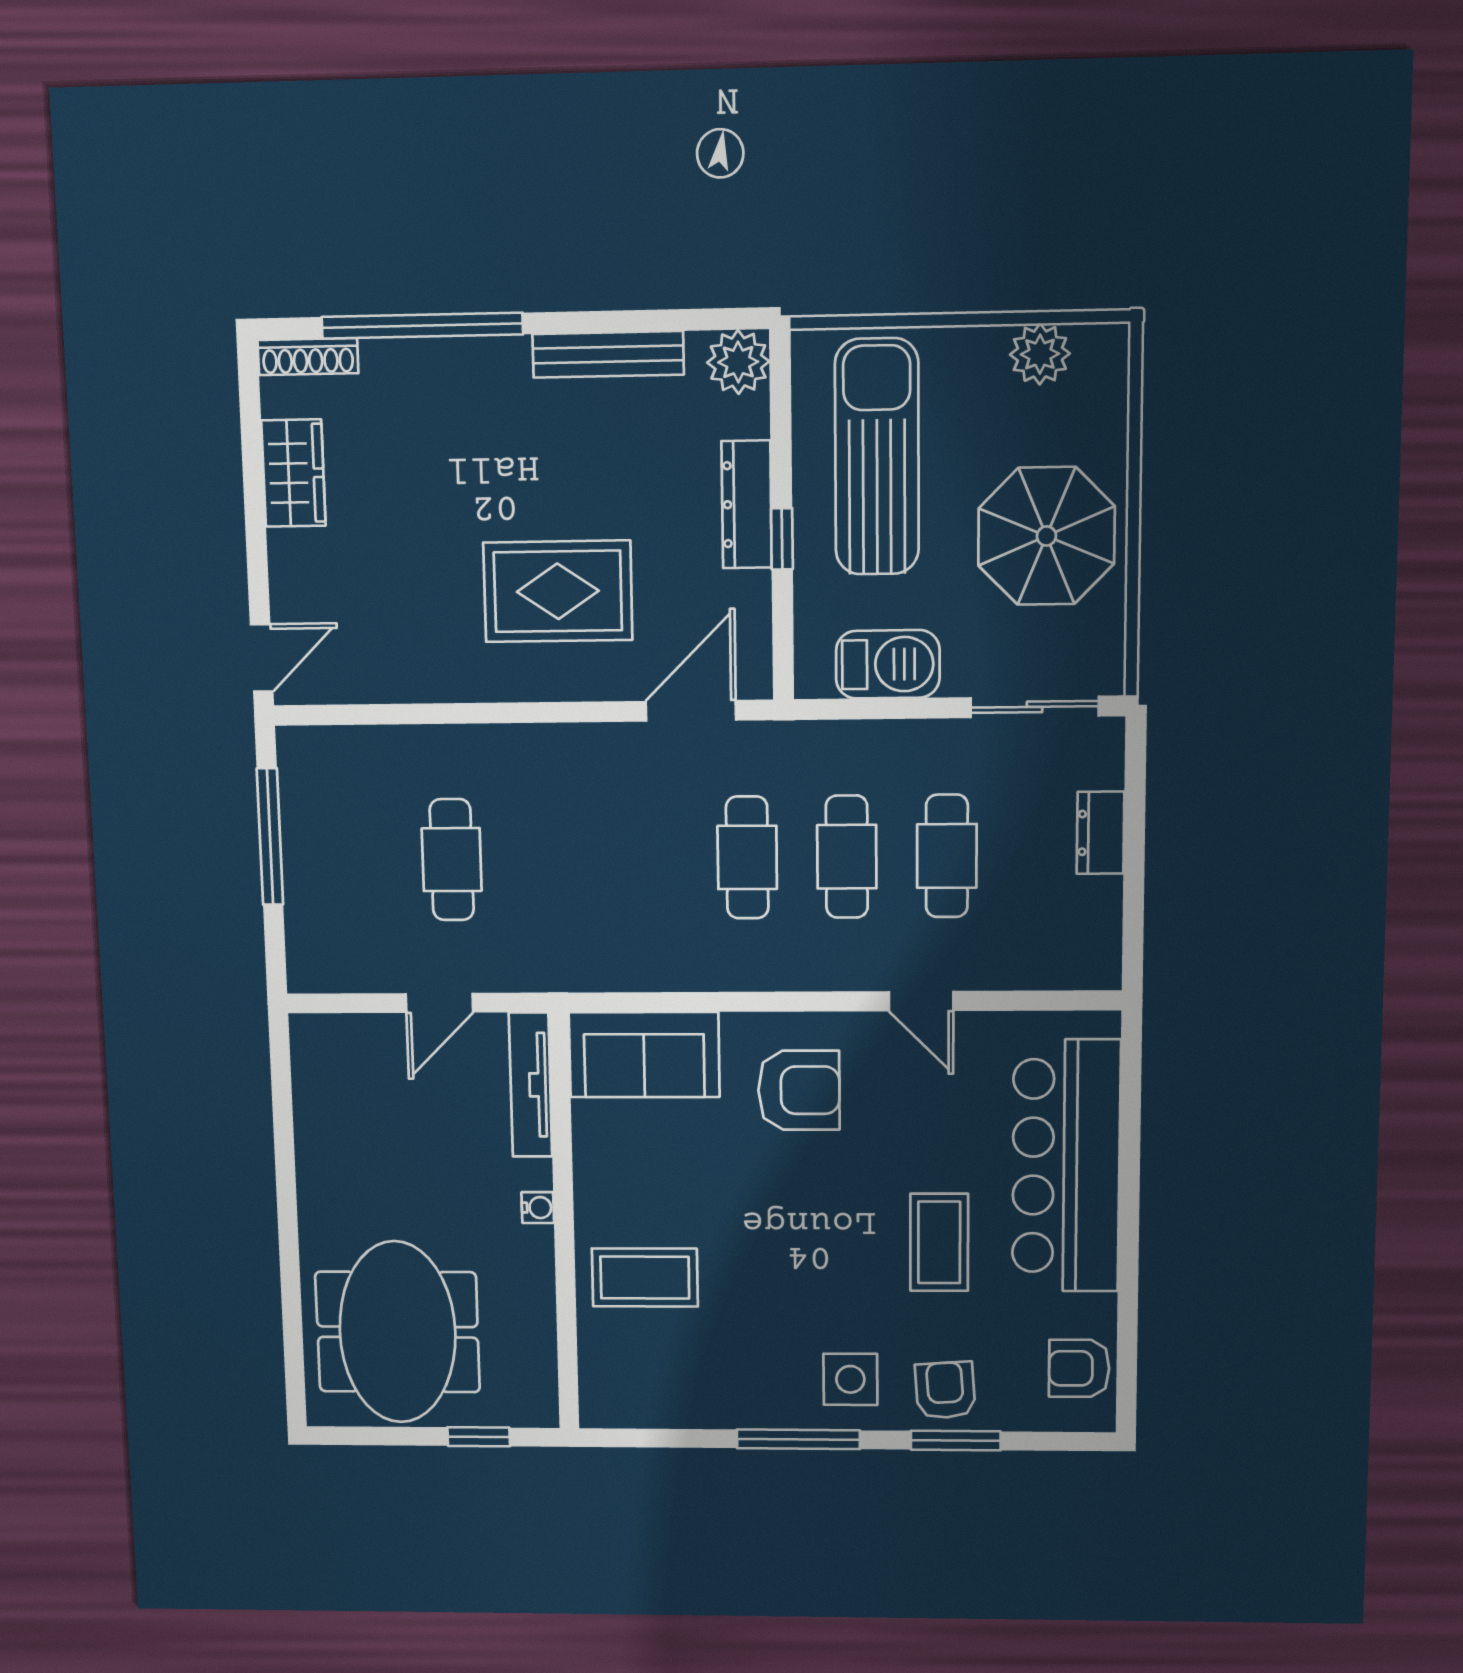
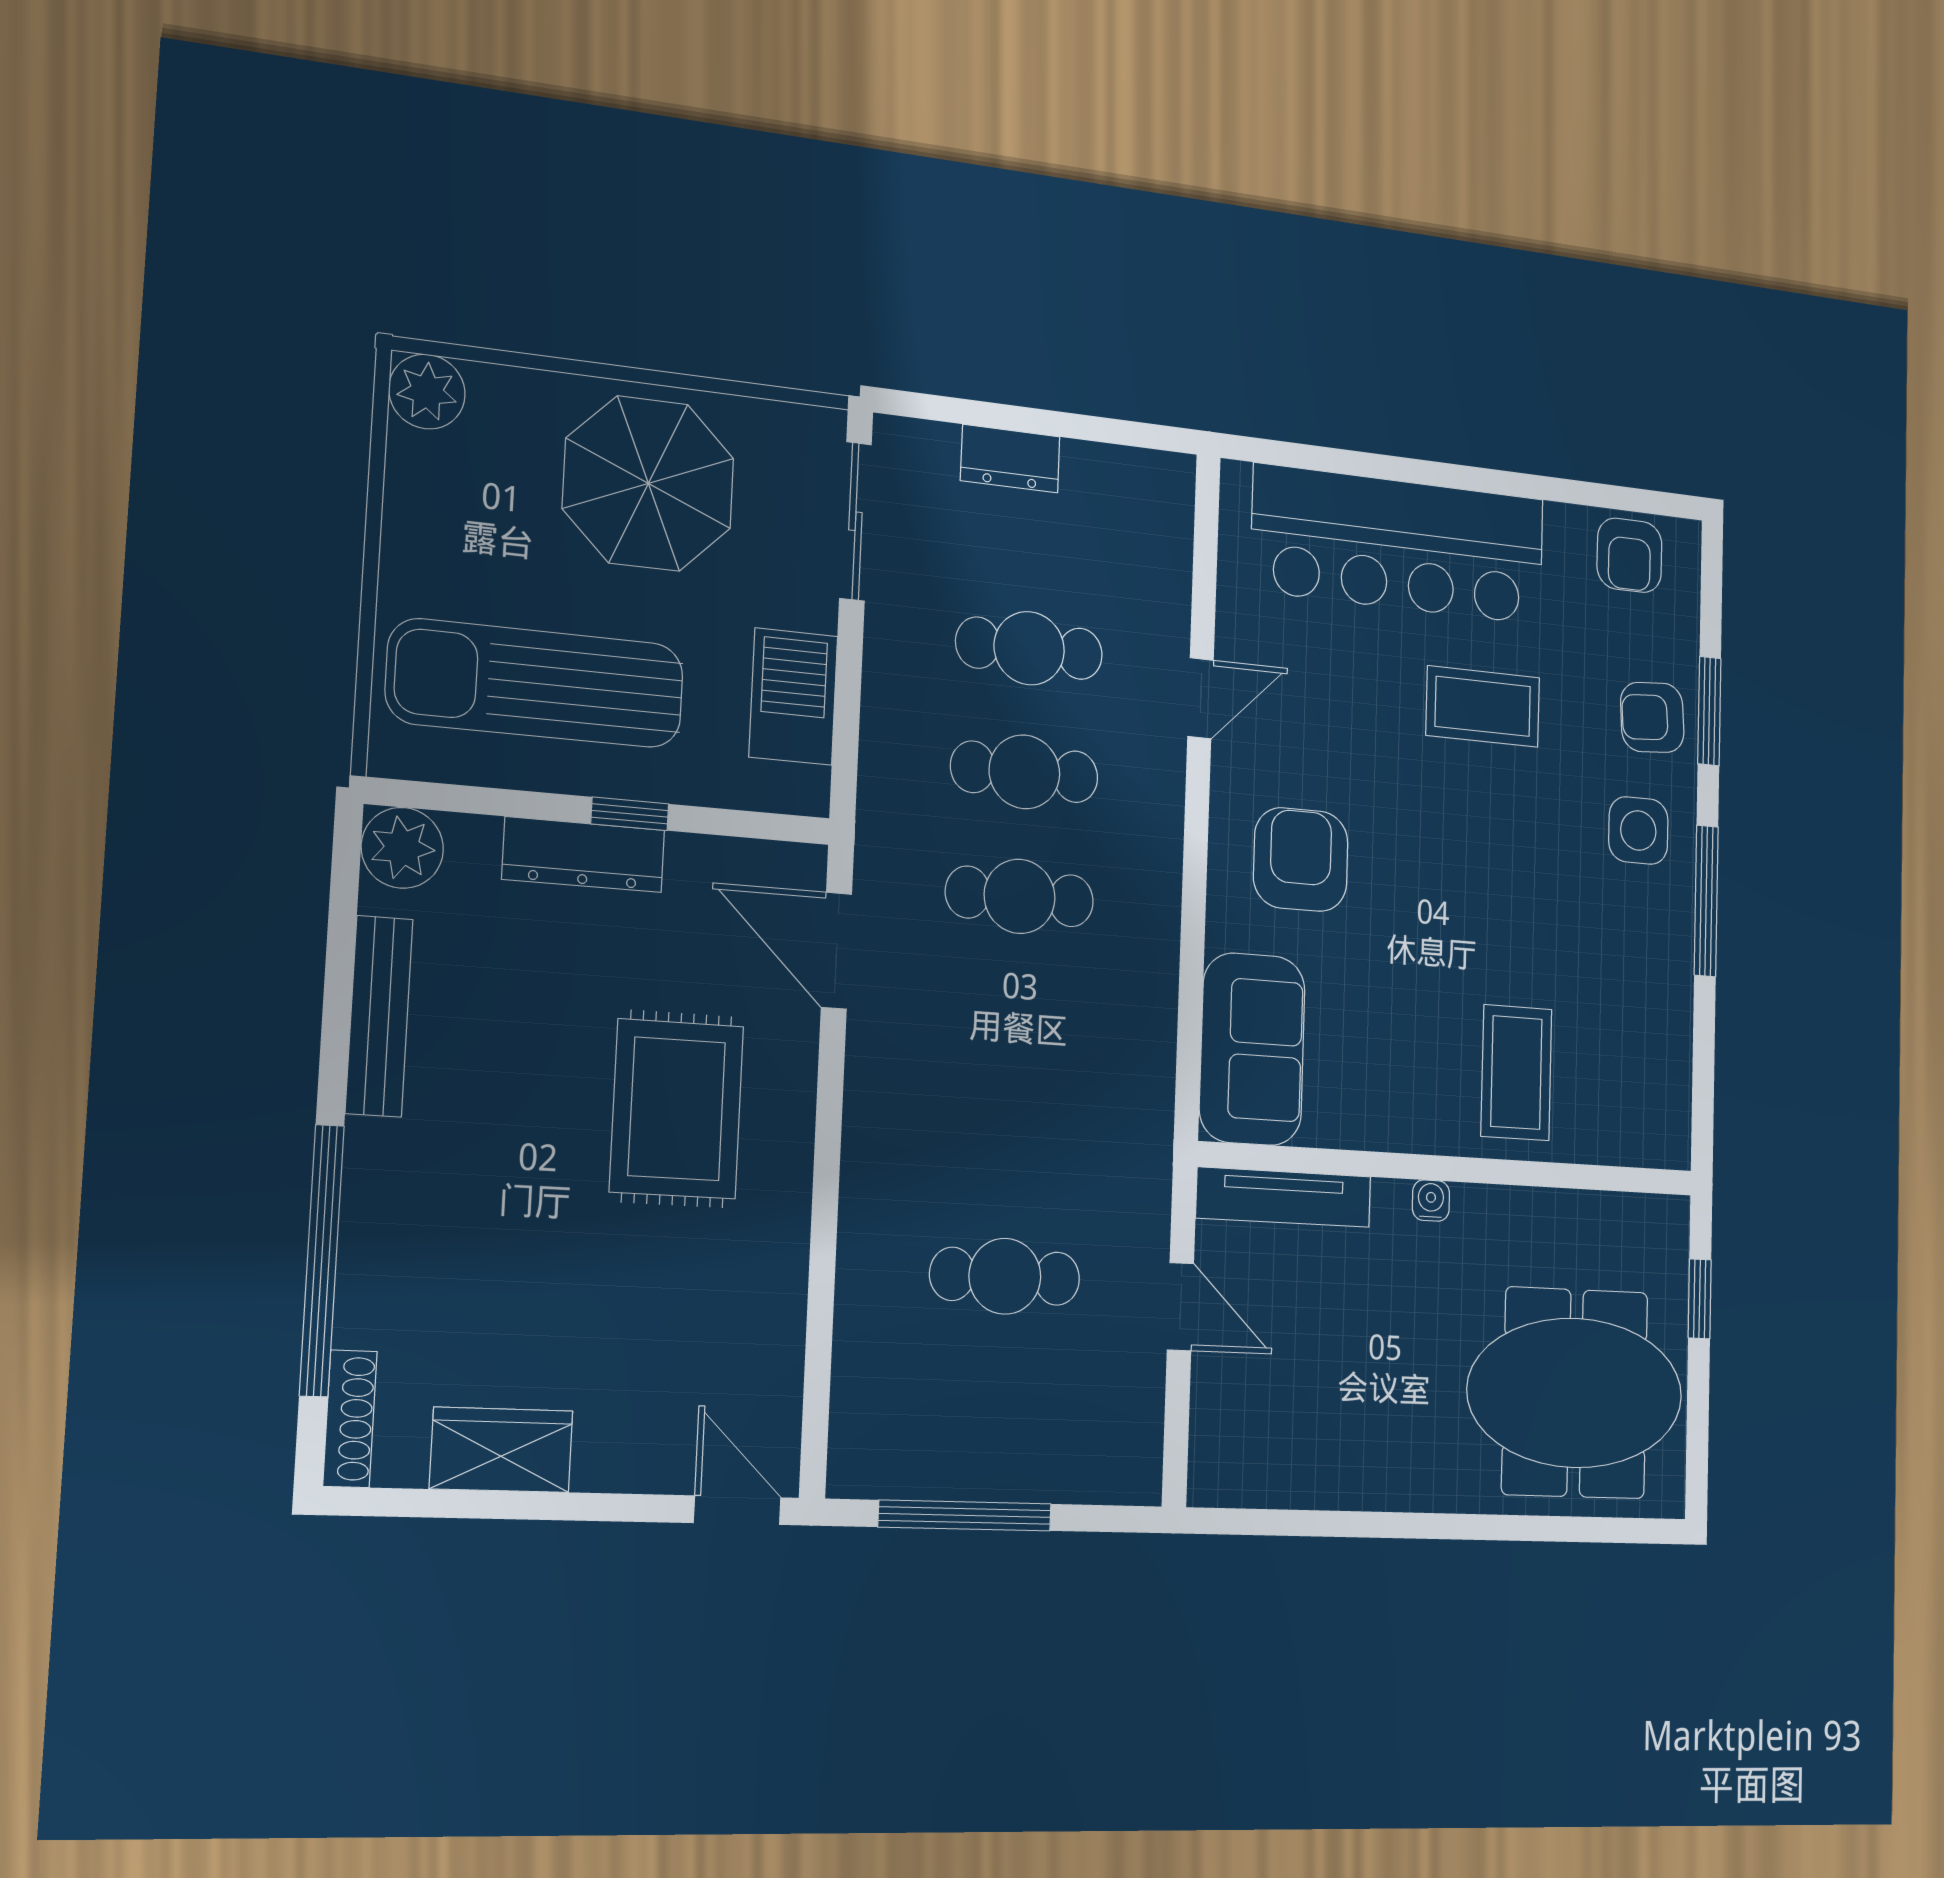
plant: (1040, 354) -> (427, 392), moved

